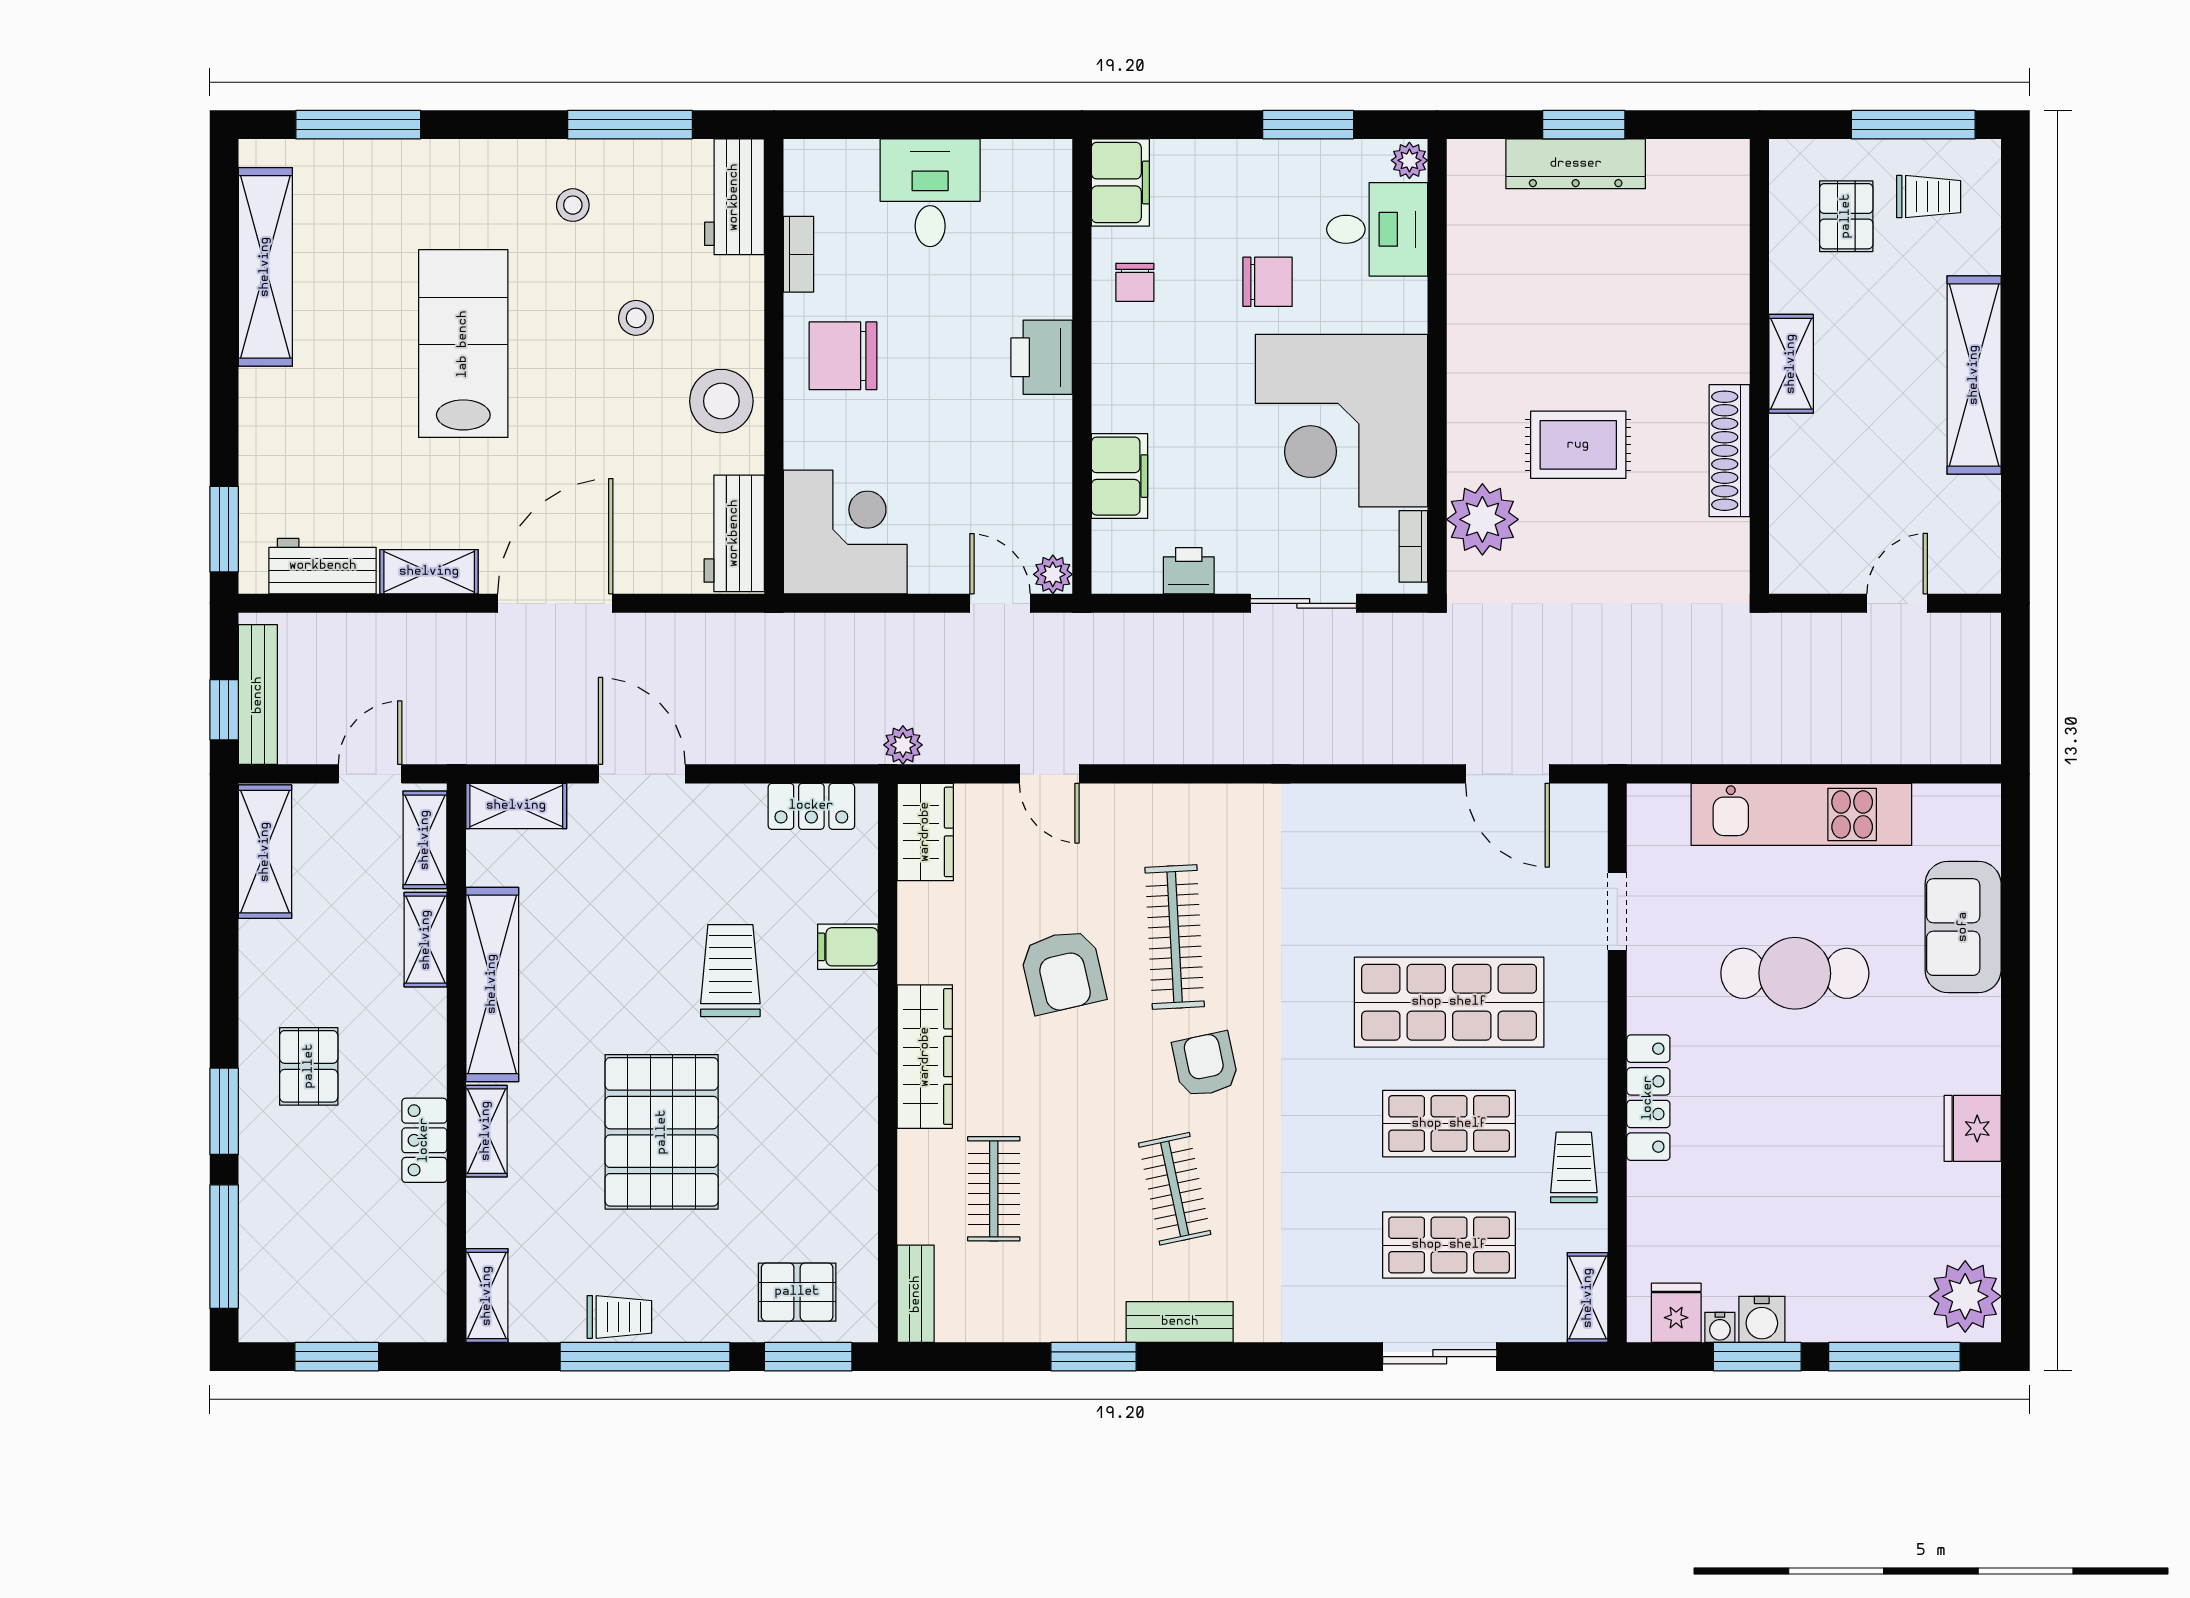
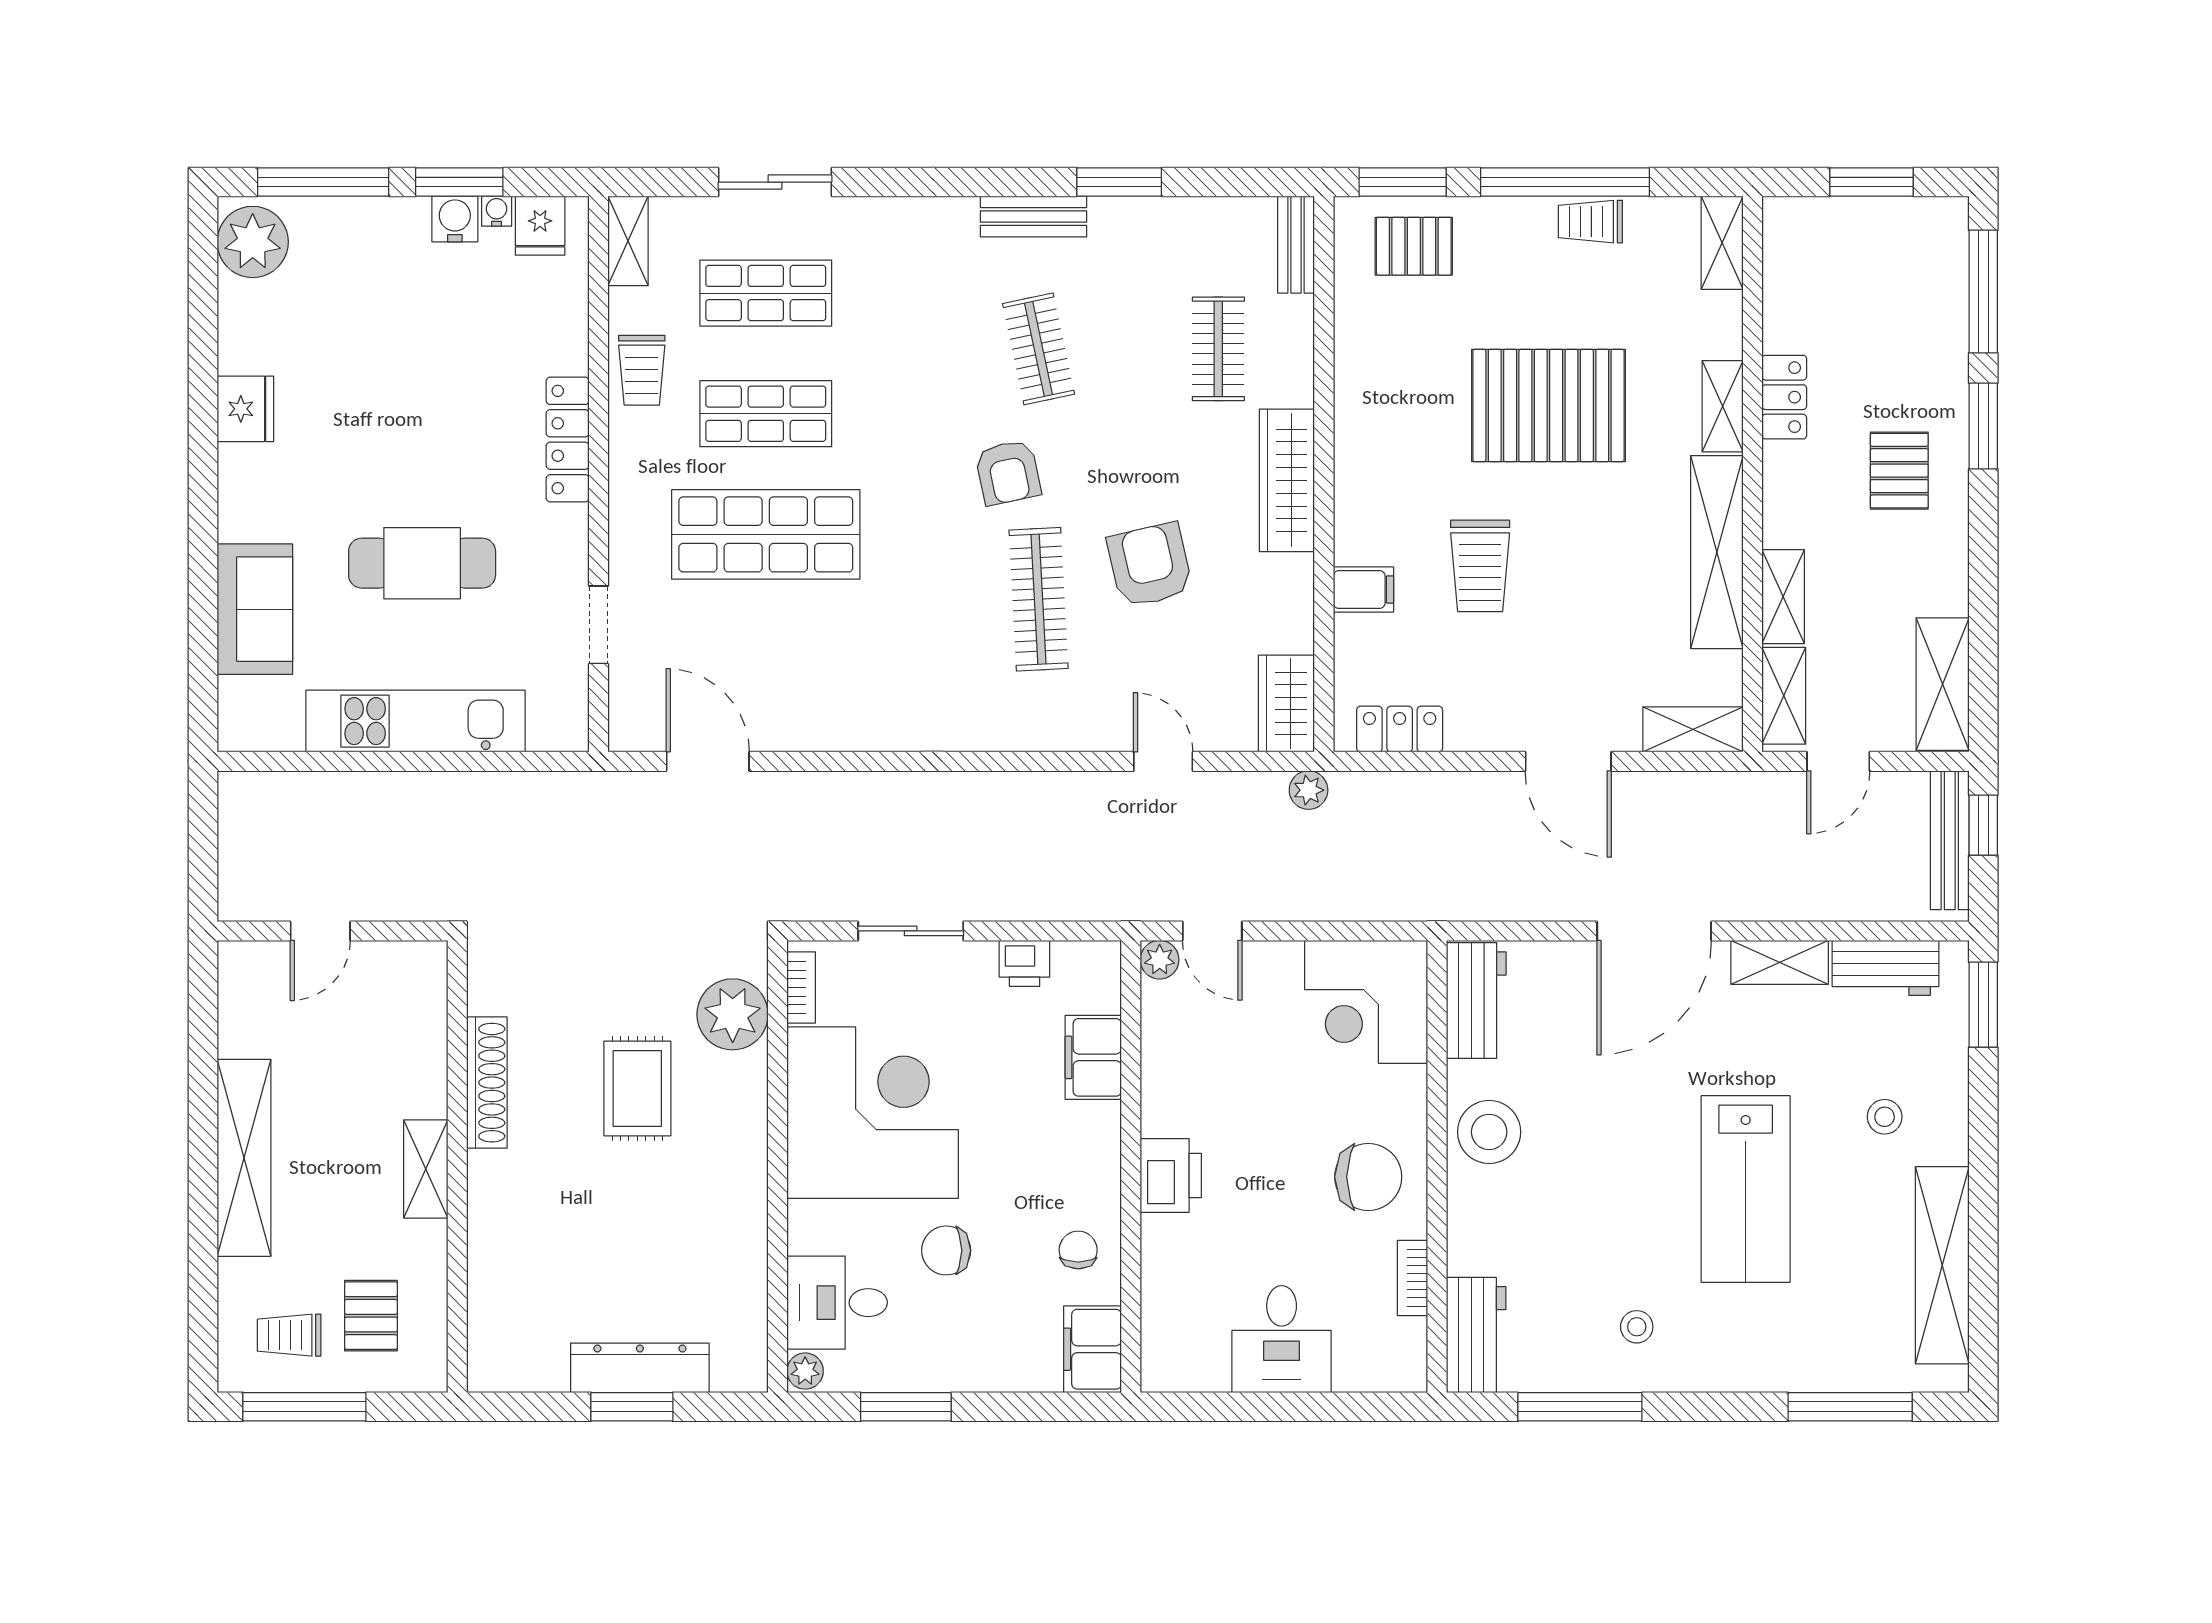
stool: (636, 318) -> (1885, 1117), moved
rug: (1578, 445) -> (637, 1088), turned 90
pallet: (662, 1132) -> (1548, 406), turned 90

